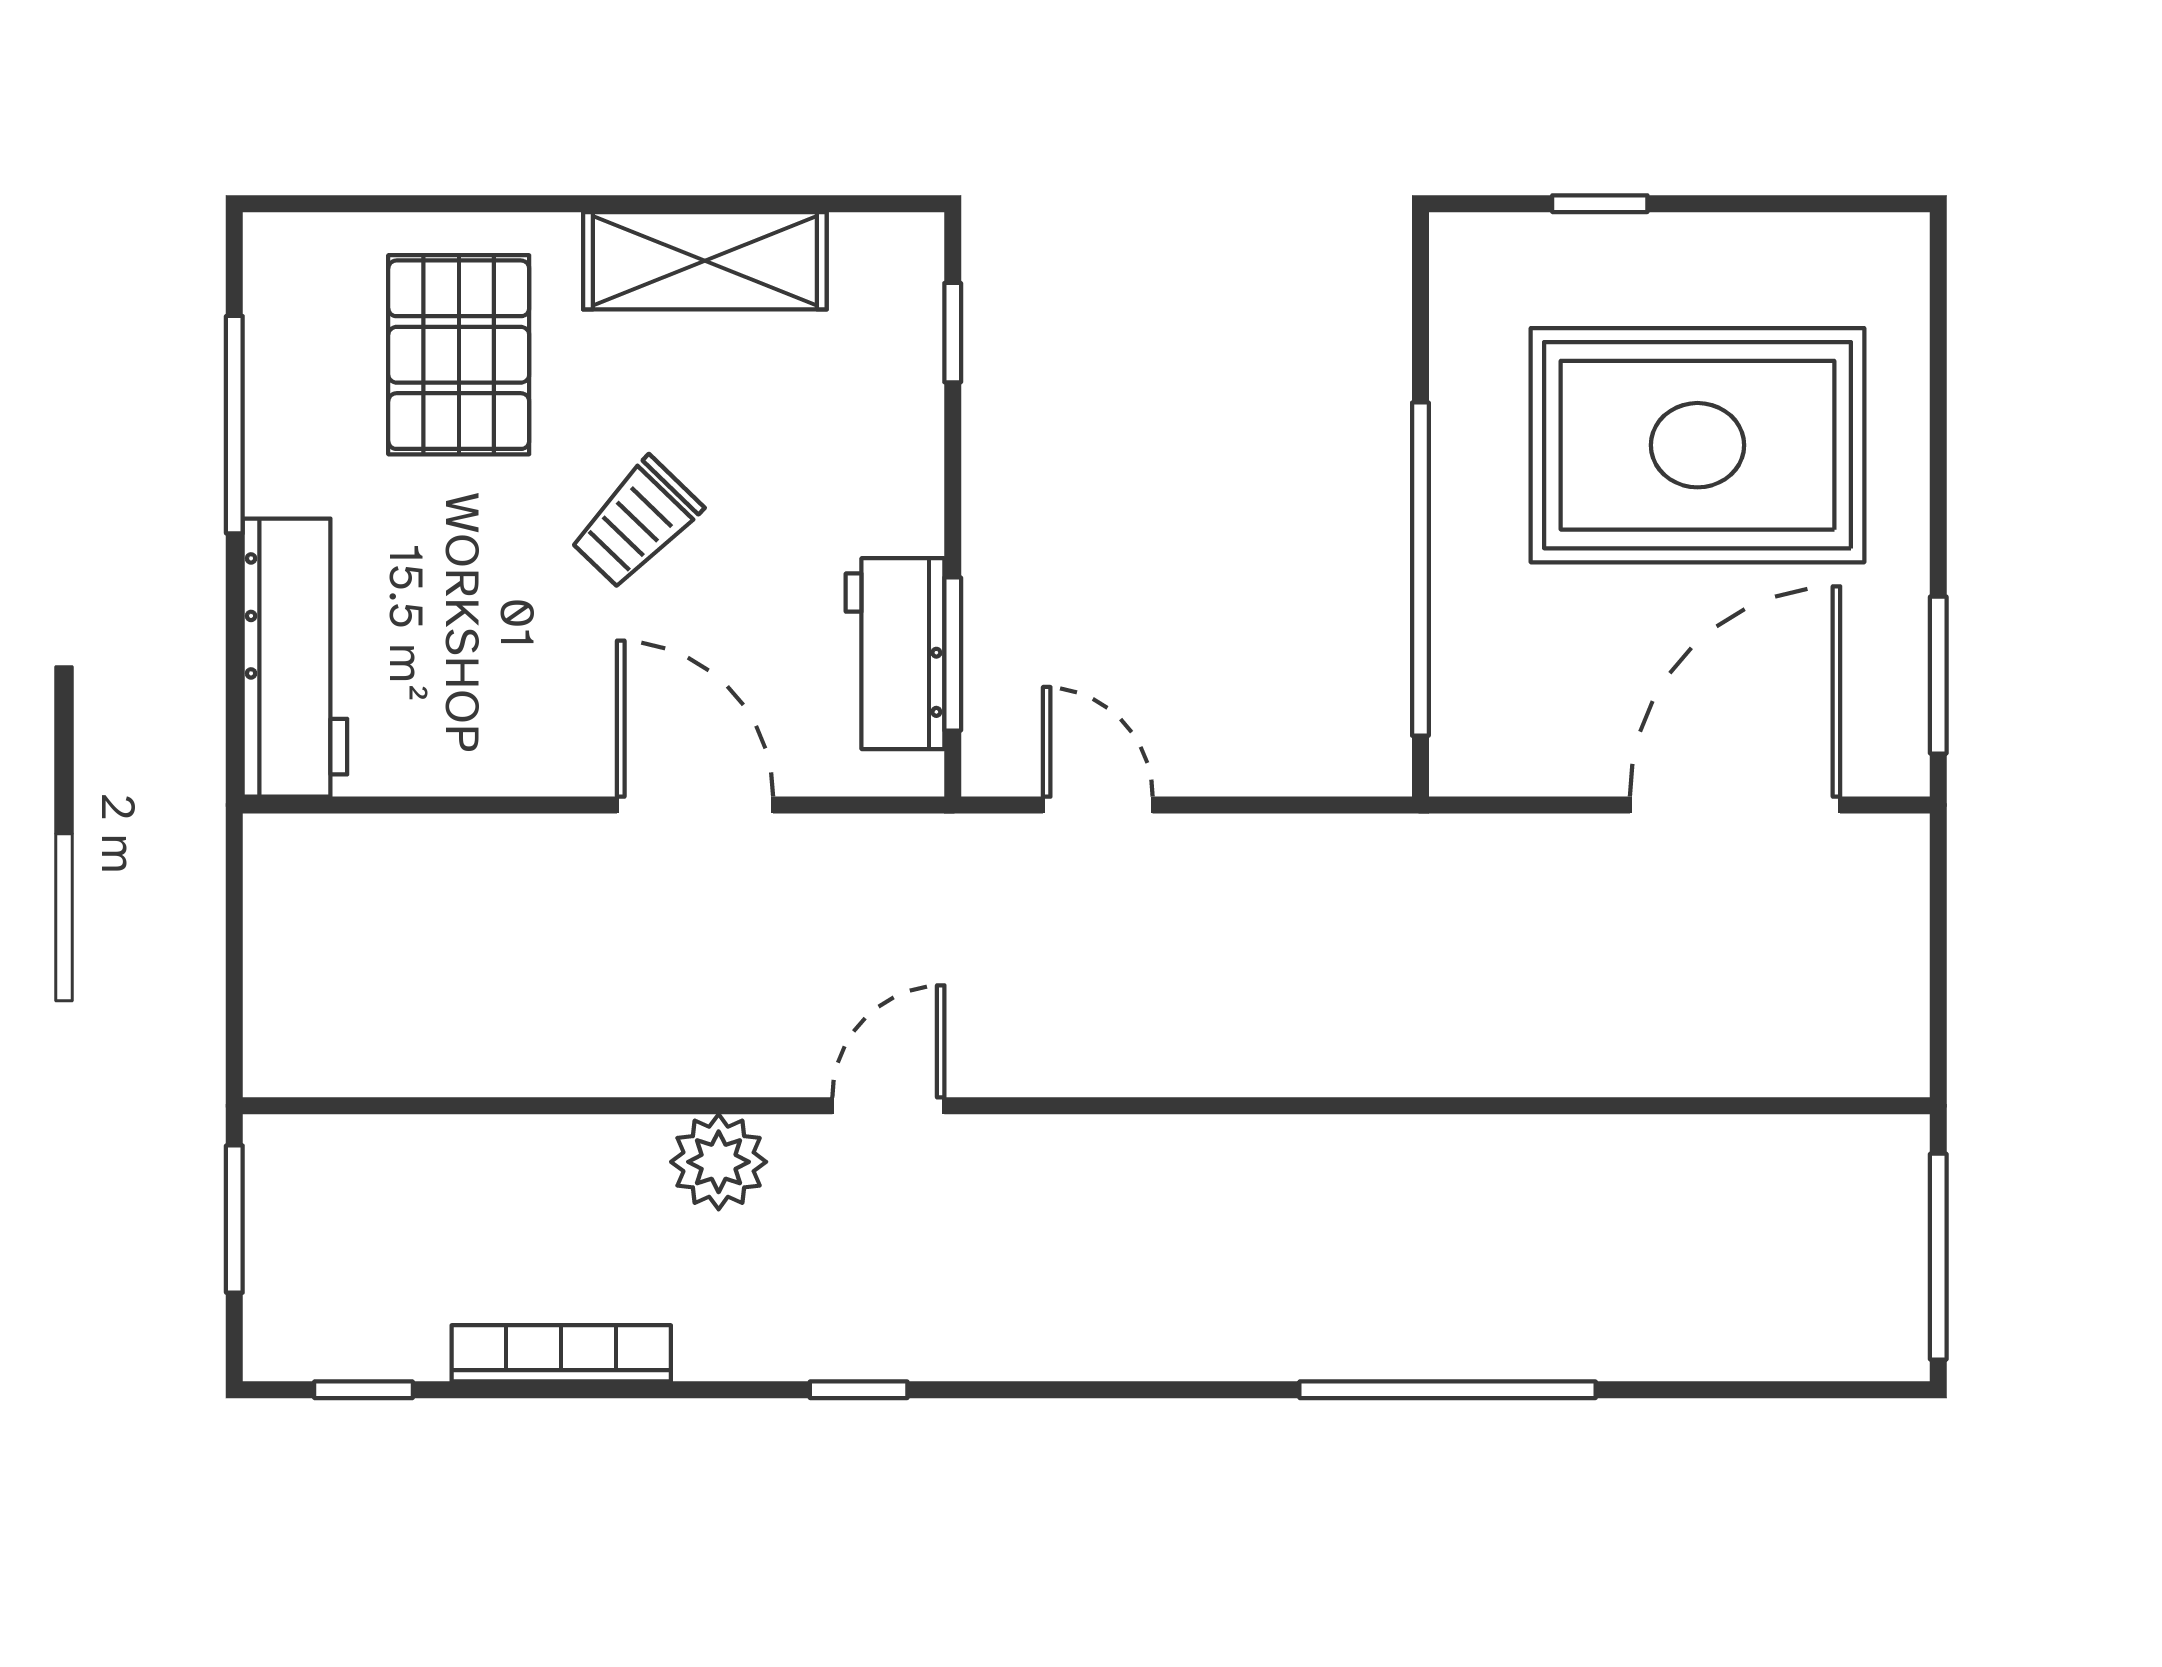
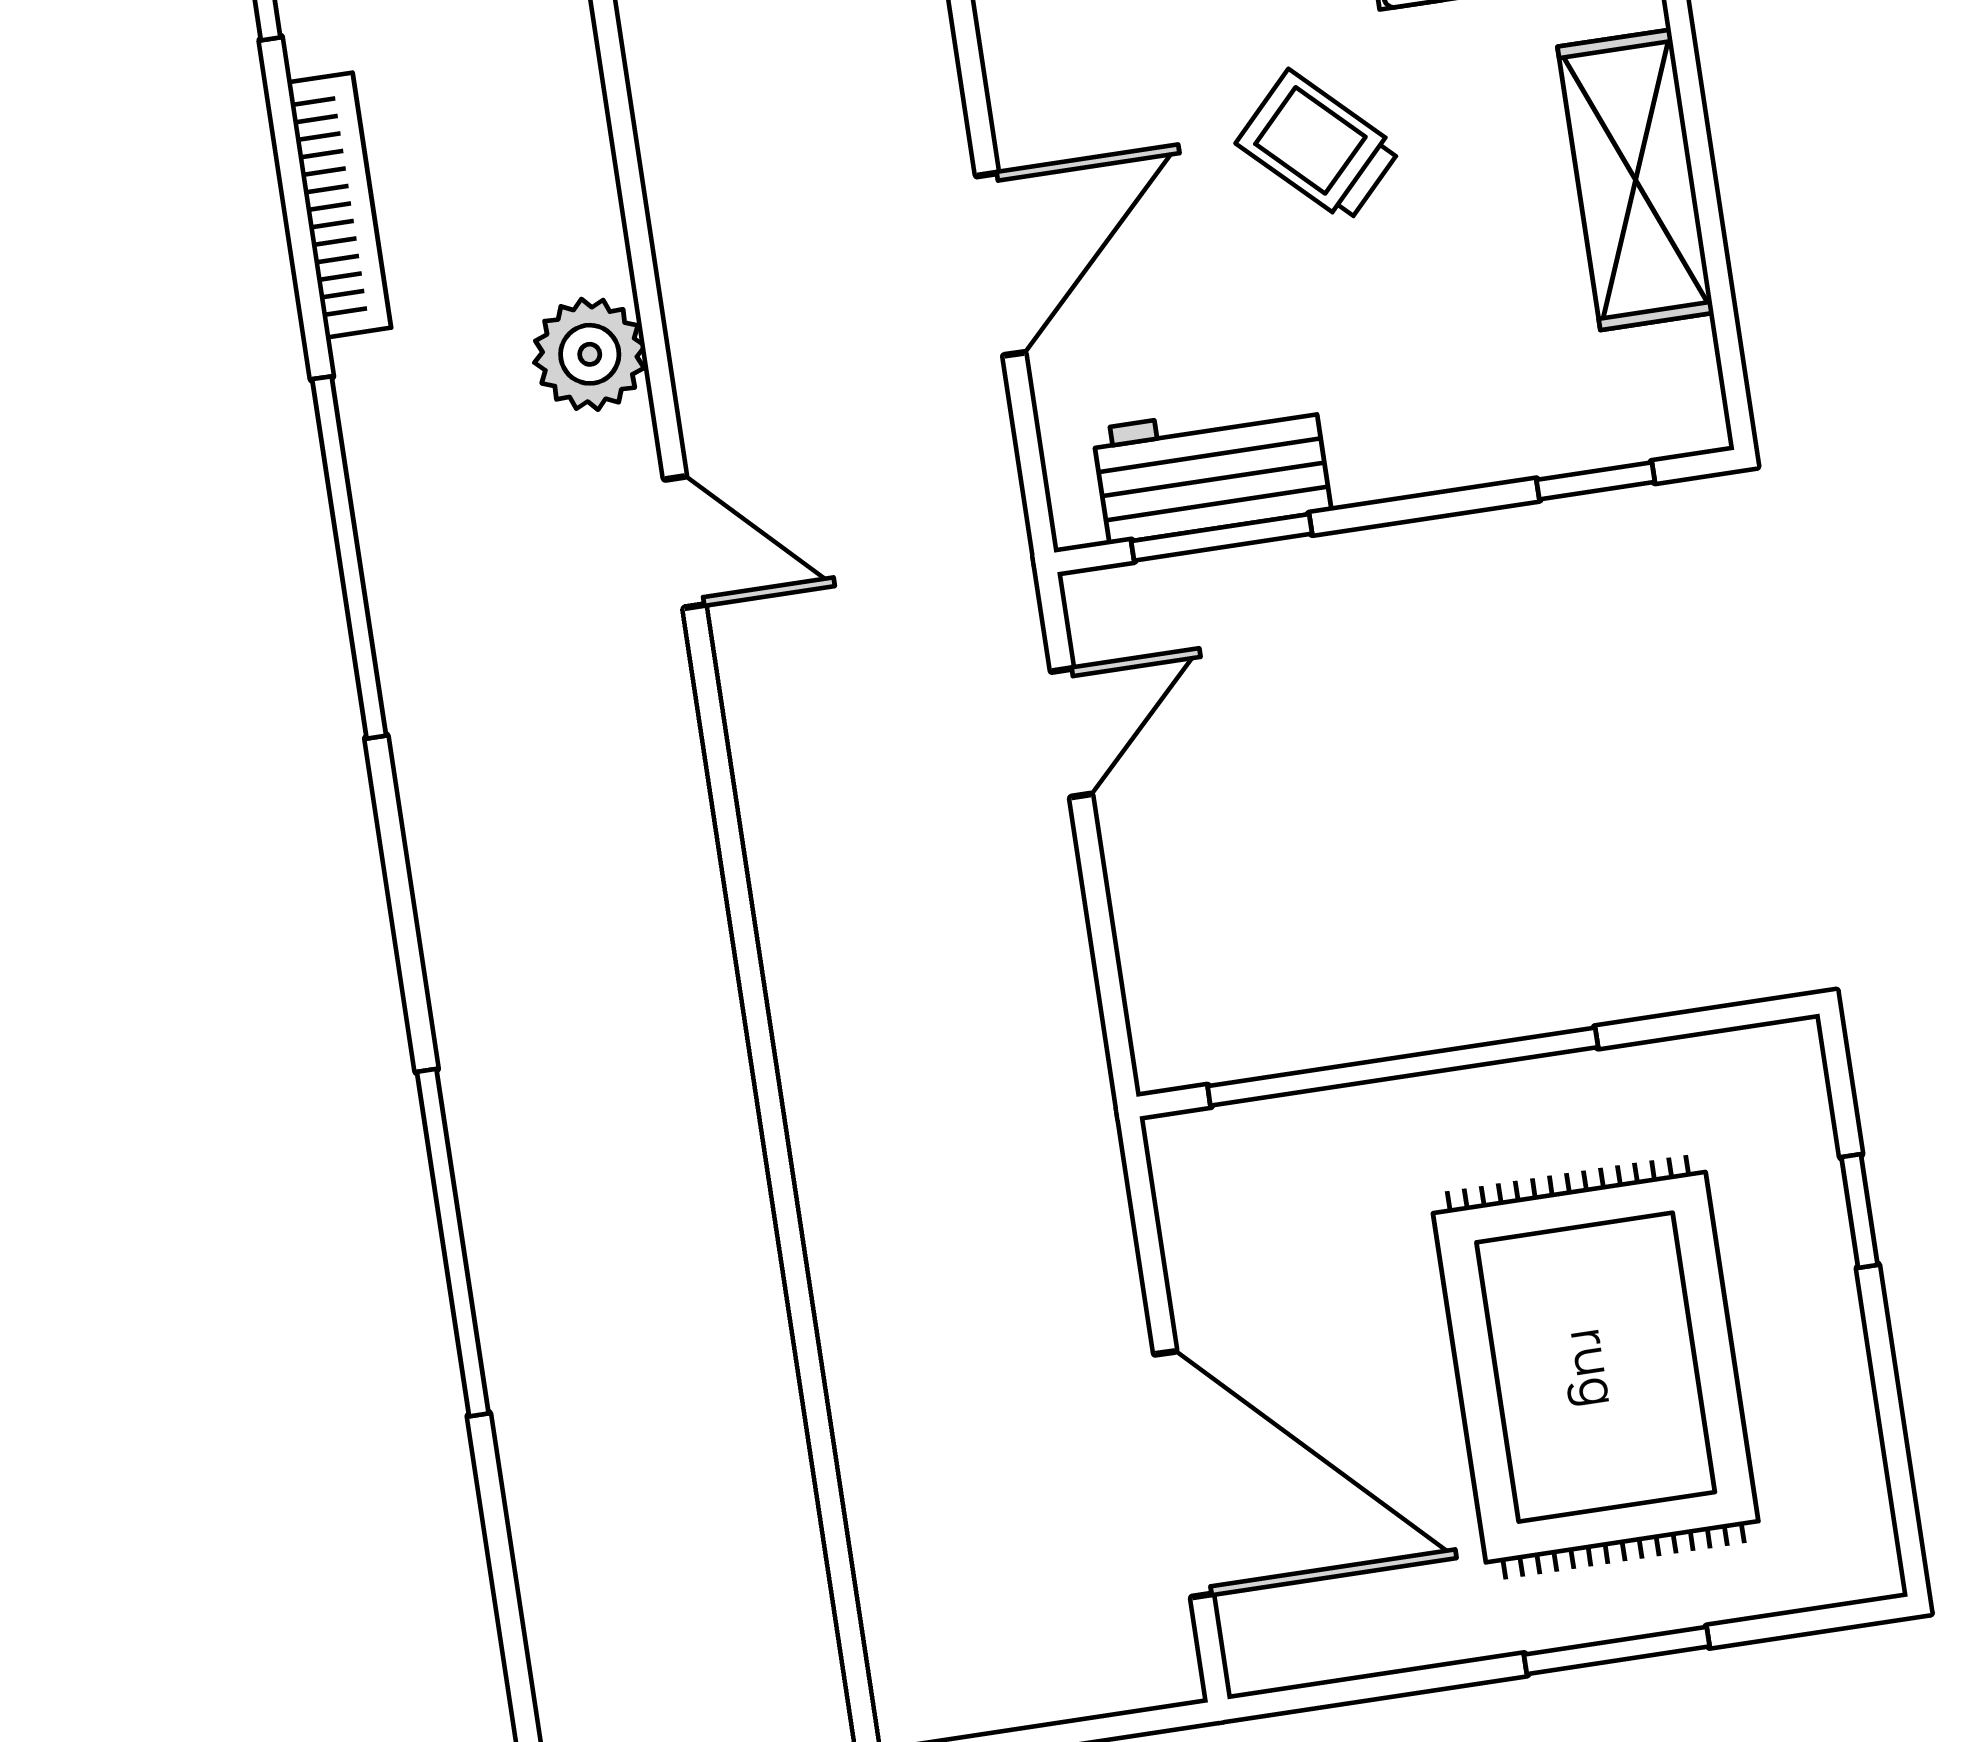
window: (1938, 675) -> (1617, 1651), moved
window: (859, 1390) -> (349, 557), width x3.17

